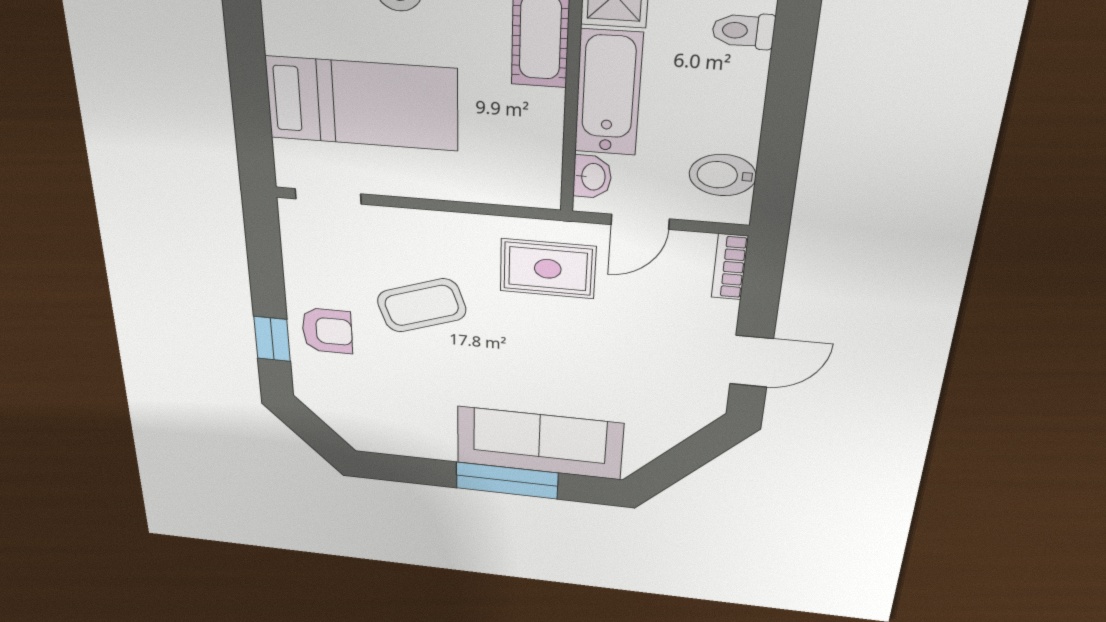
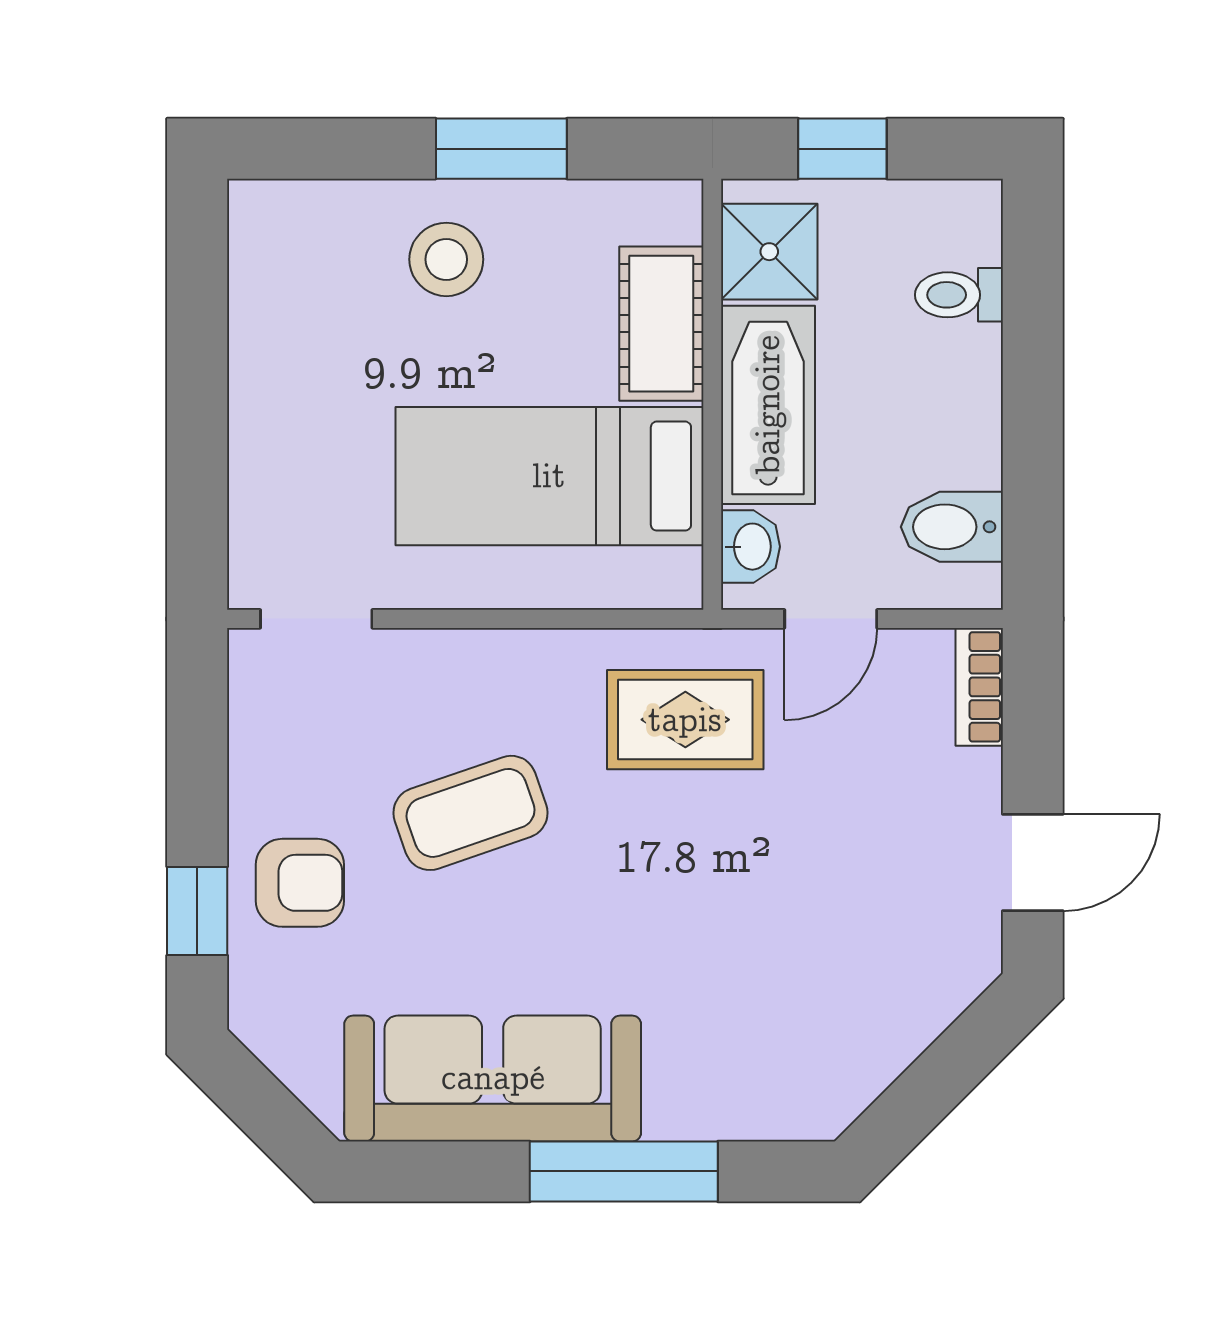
bed: (362, 104) -> (549, 476), moved, turned 180
sofa: (539, 443) -> (493, 1078), moved

